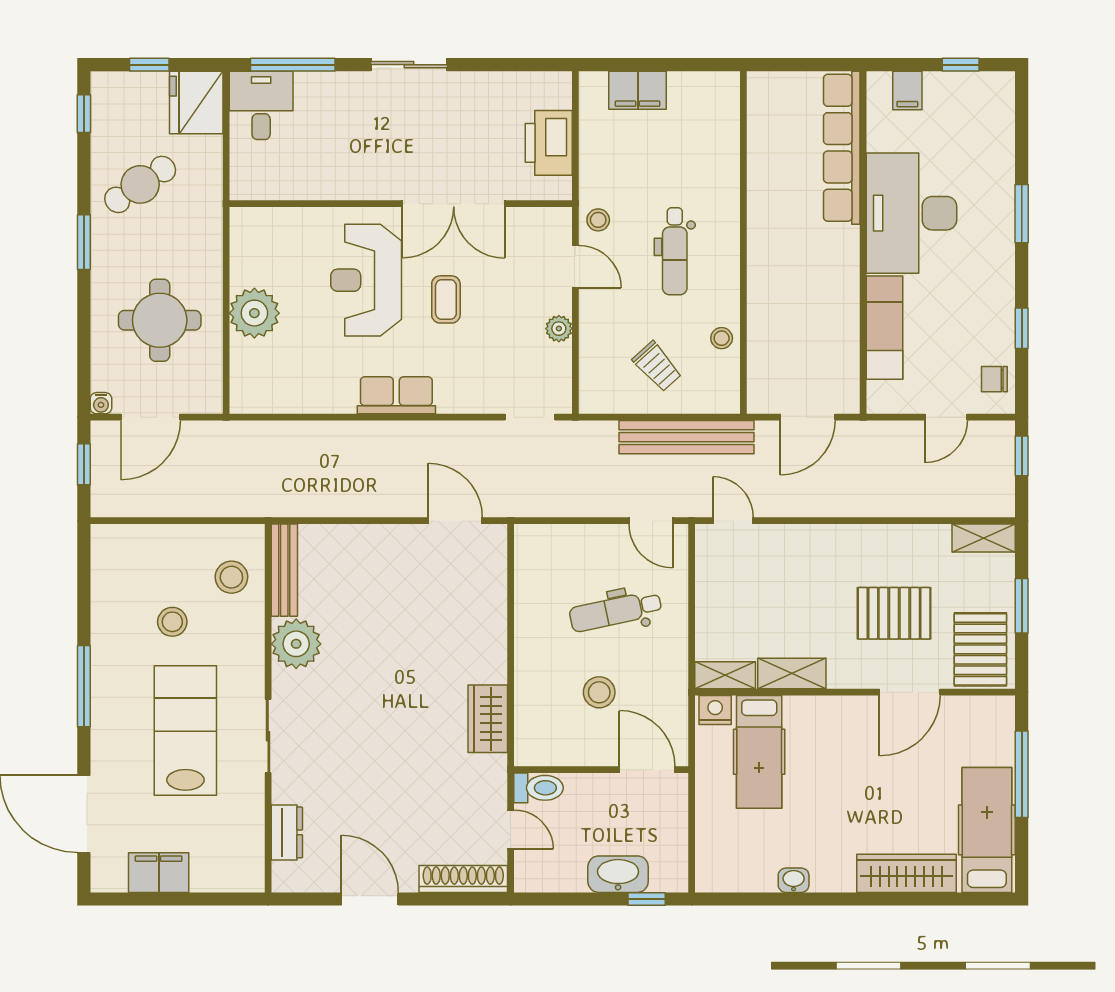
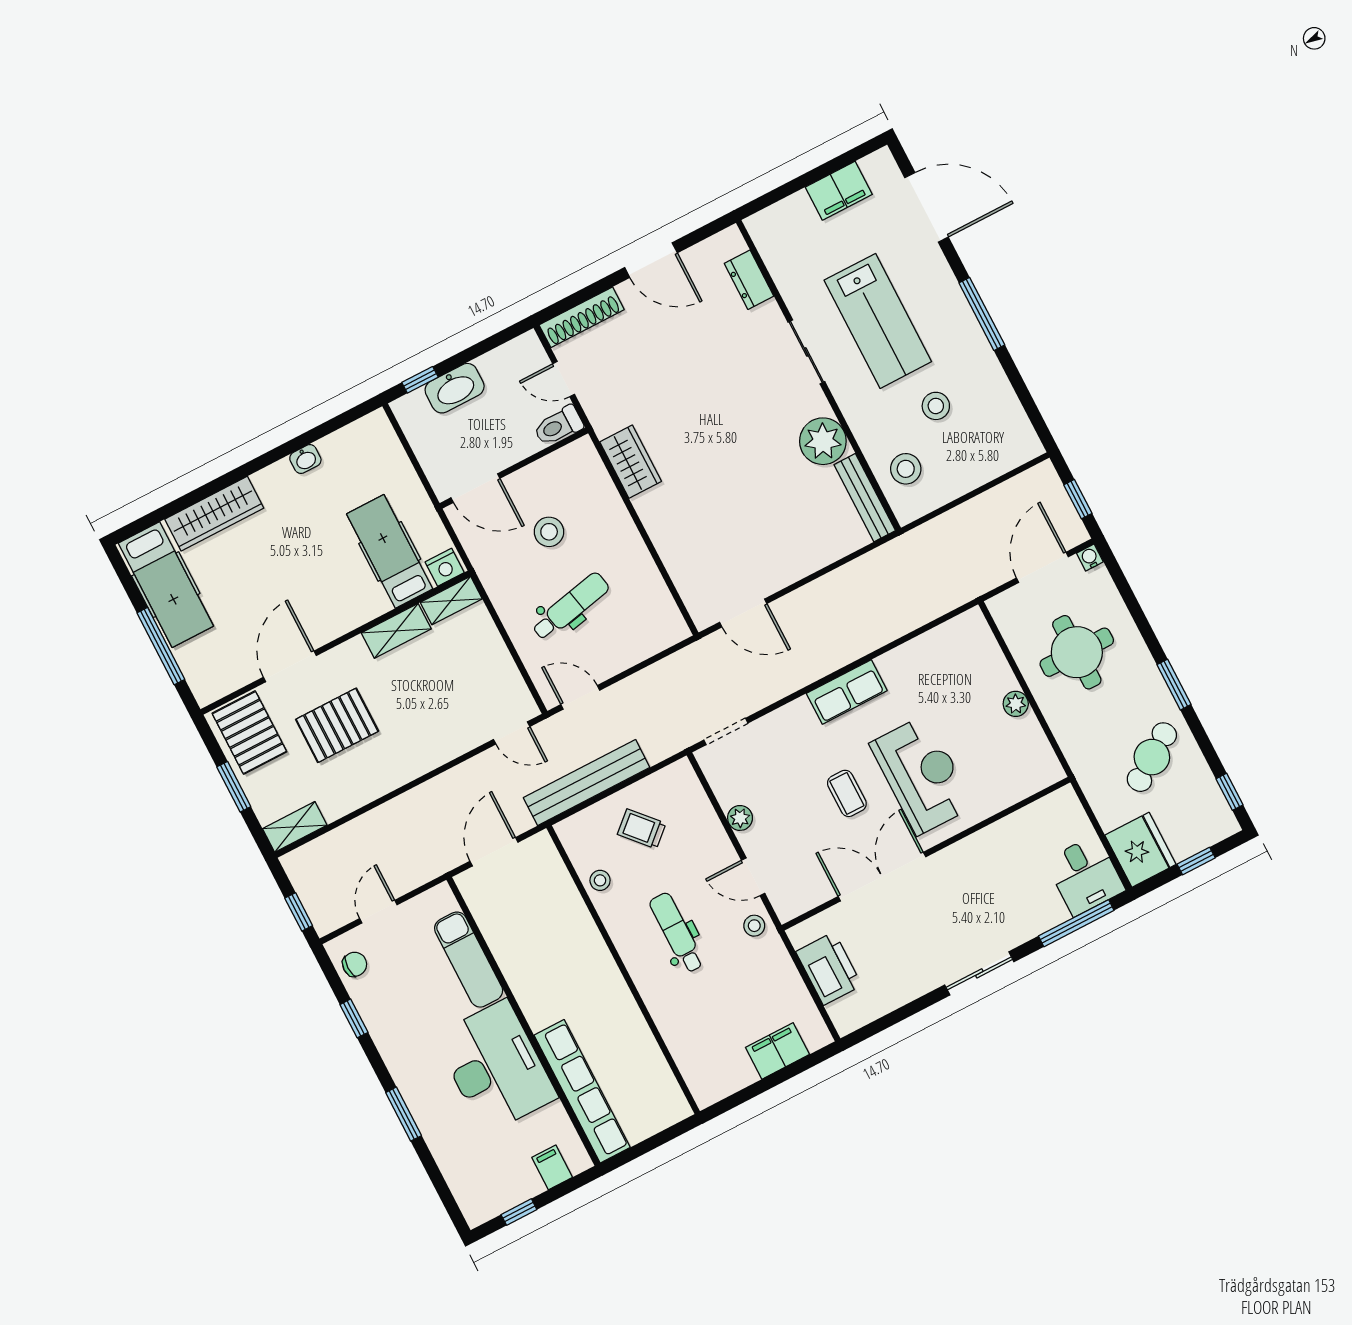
plant: (254, 313) -> (1016, 704), width x0.53, depth x0.53

